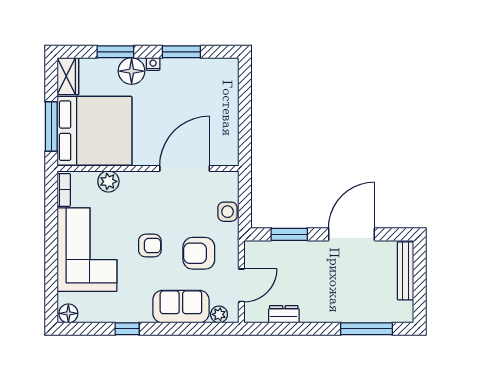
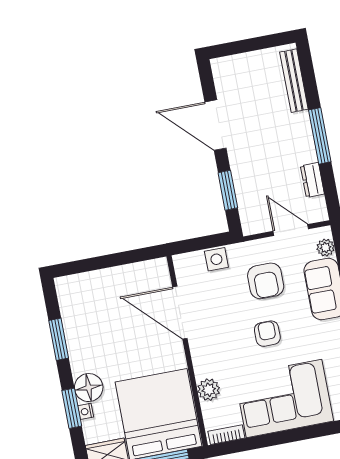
nightstand: (153, 64) -> (86, 411), moved
bench: (405, 271) -> (294, 81), moved, turned 90
window: (367, 329) -> (320, 136), moved

